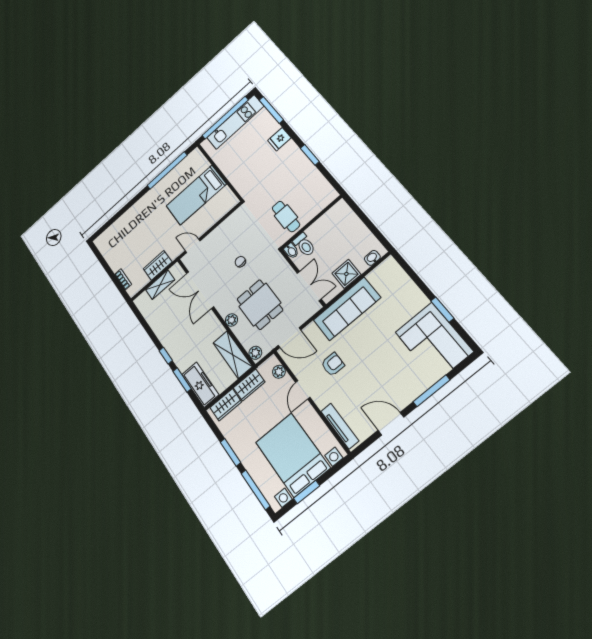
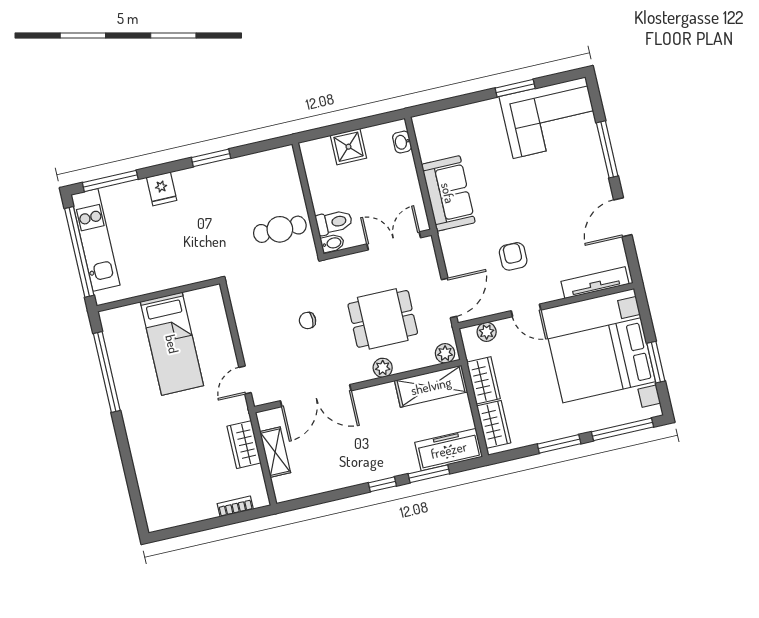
shower: (346, 274) -> (348, 147), moved
sofa: (347, 309) -> (448, 193), width x0.73

